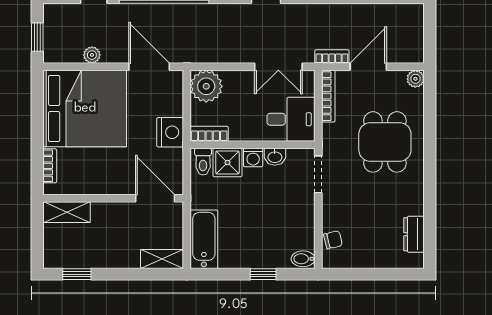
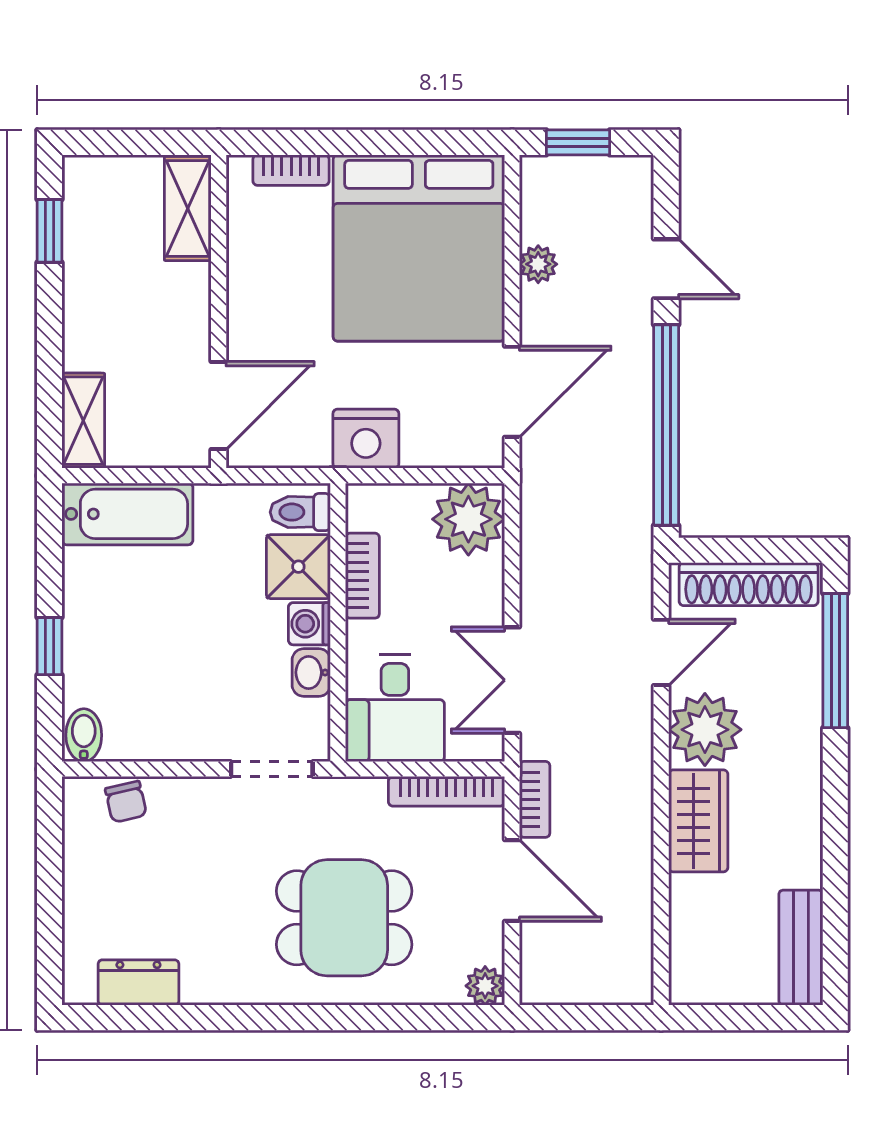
bookcase: (209, 134) -> (362, 576), moved

